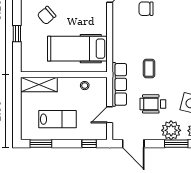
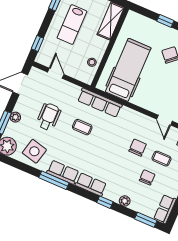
row of seats: (119, 84) -> (100, 103), moved
plant: (171, 130) -> (15, 117), width x0.53, depth x0.53

